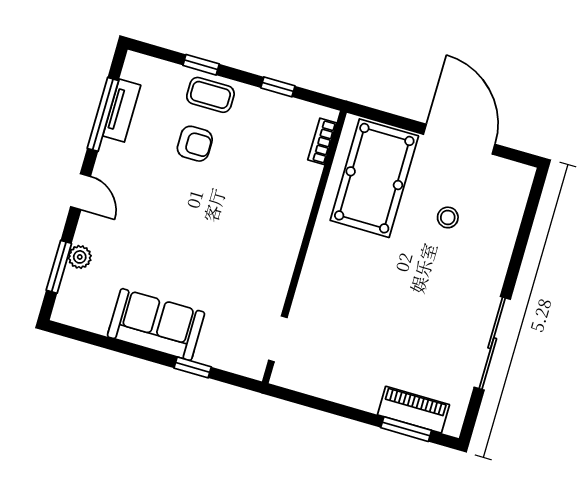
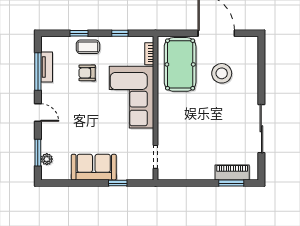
armchair: (195, 144) -> (87, 73), turned 180
corner sofa: (265, 213) -> (132, 97), added
stool: (448, 217) -> (222, 73), width x1.89, depth x1.89
plant: (80, 257) -> (47, 159), moved

